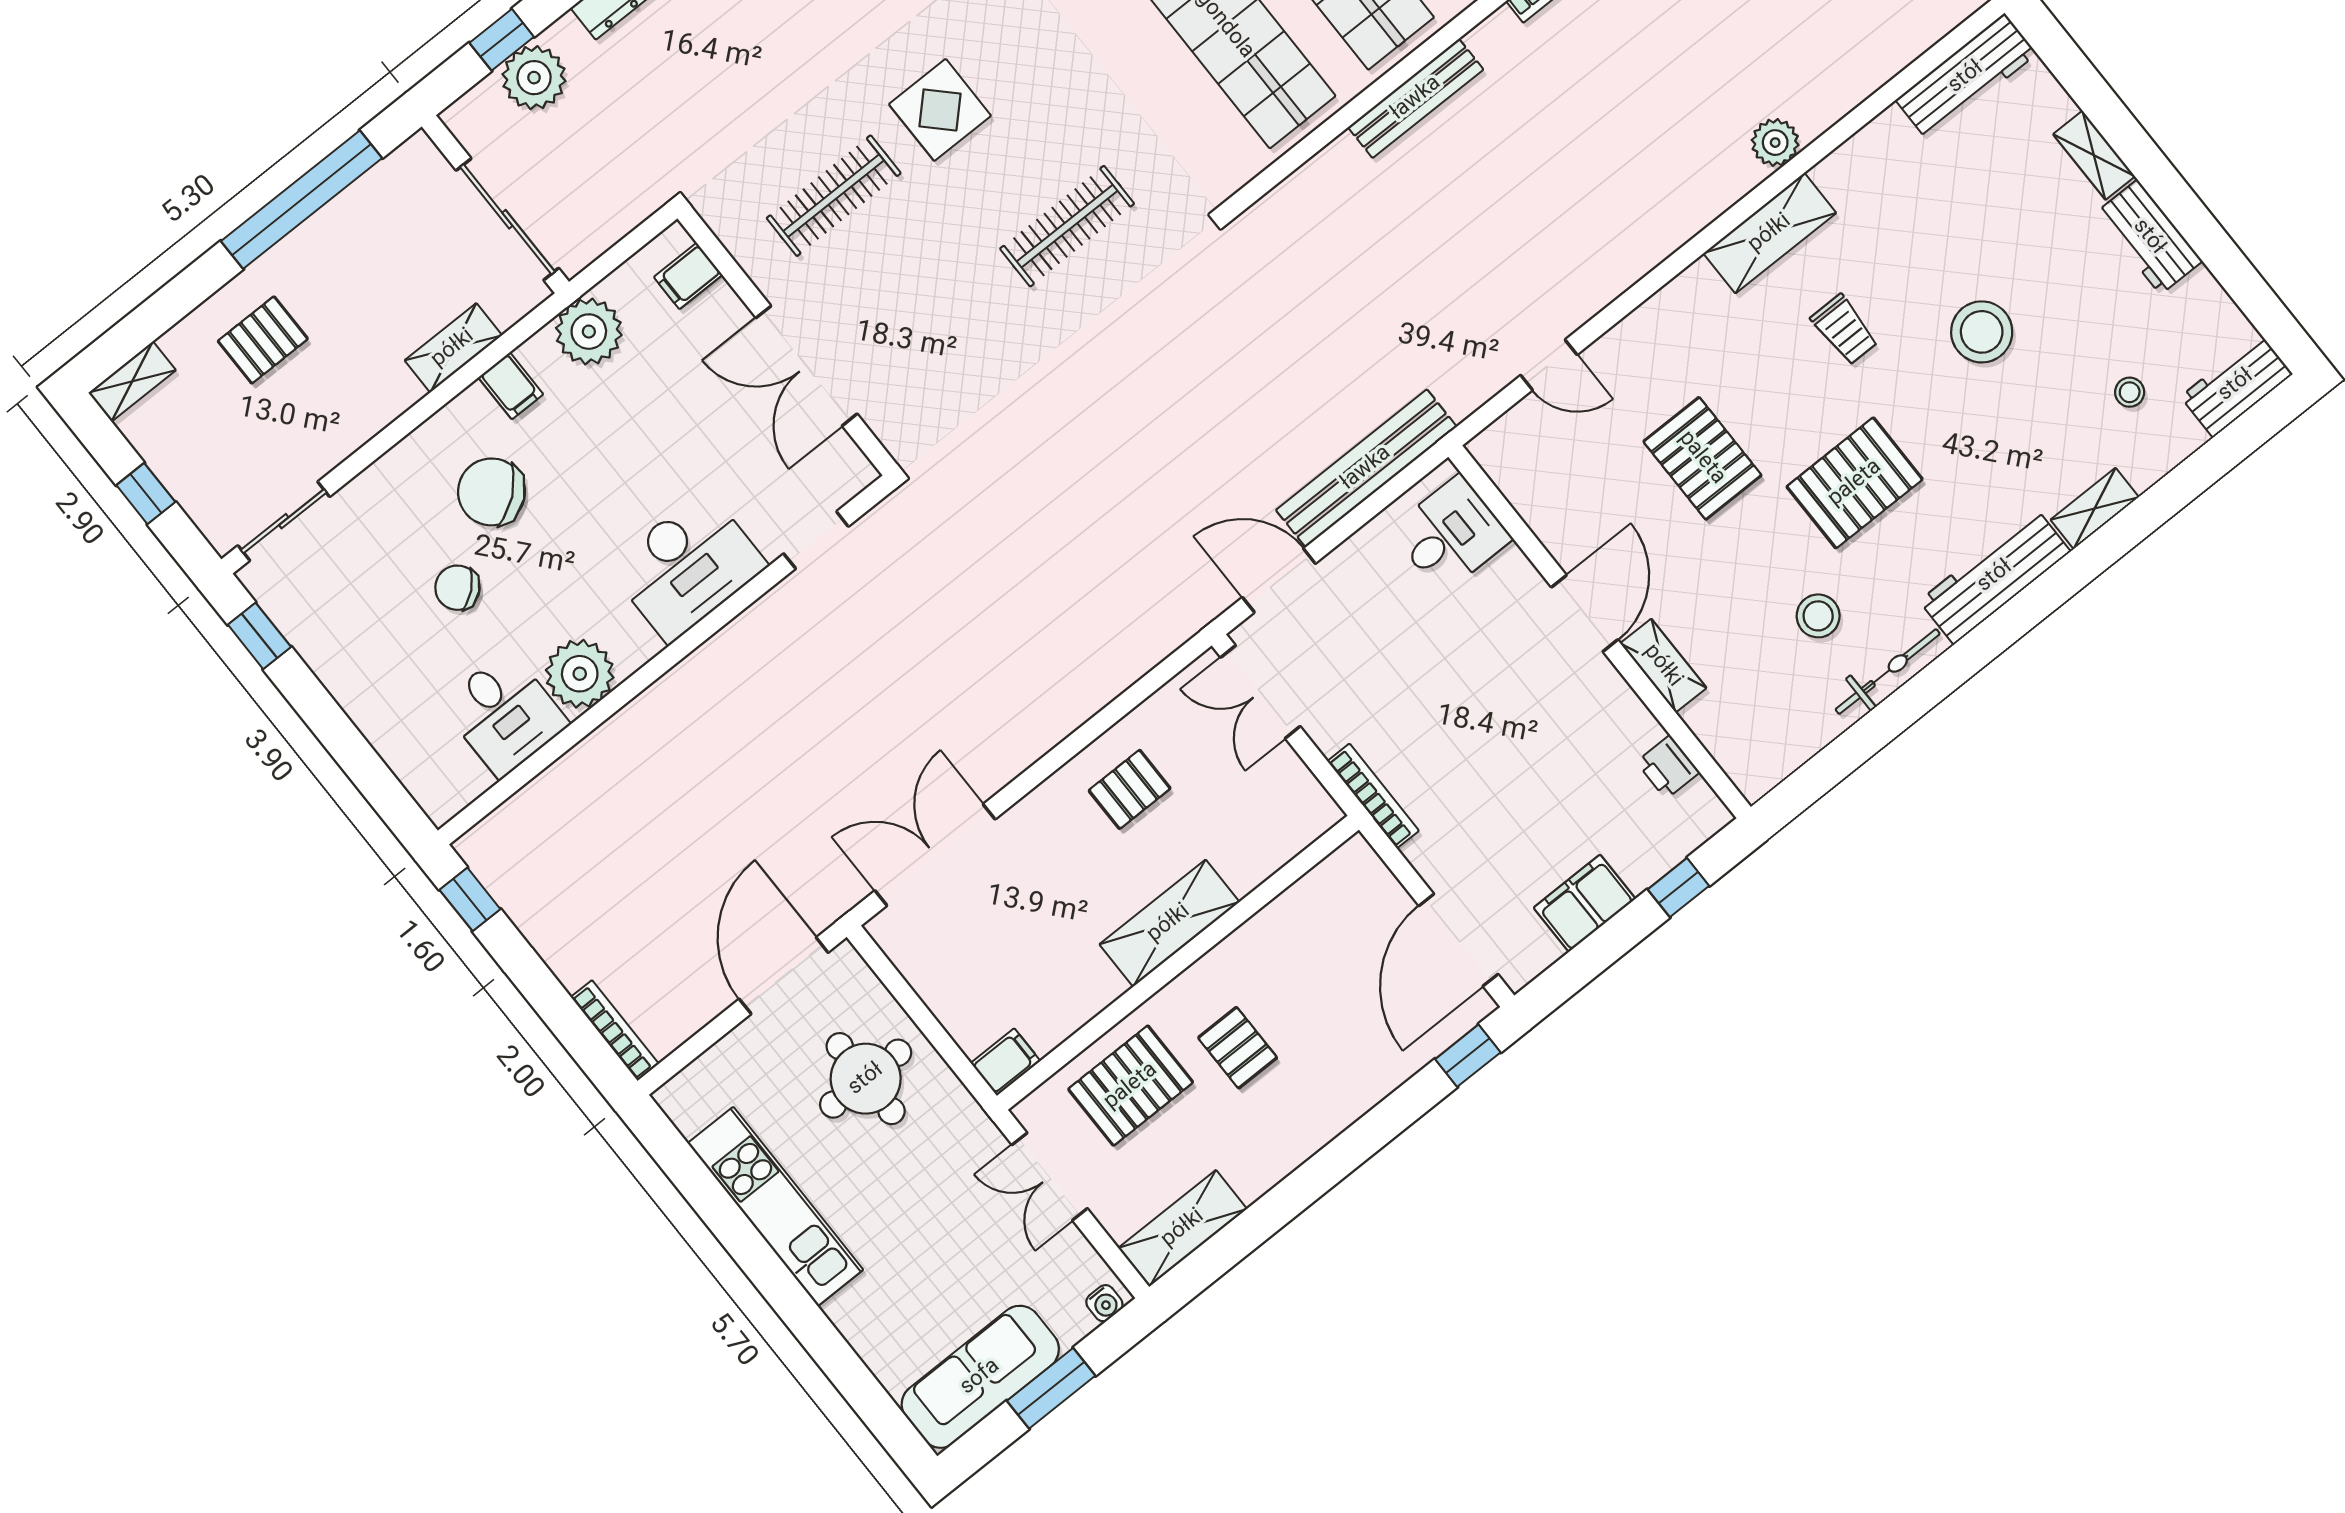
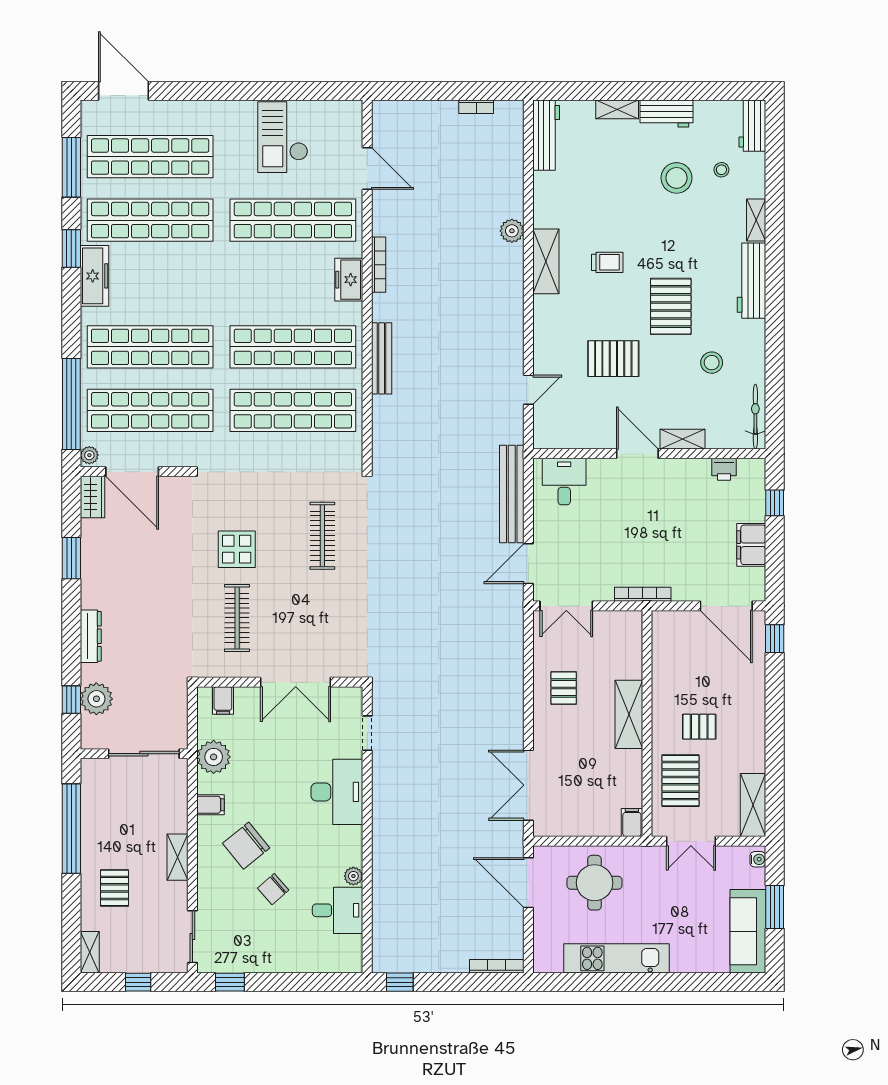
stool: (1982, 332) -> (677, 178), moved
shelving: (453, 348) -> (177, 857), moved
bicycle: (1888, 672) -> (755, 417), moved
plant: (580, 674) -> (353, 876), width x0.53, depth x0.53

